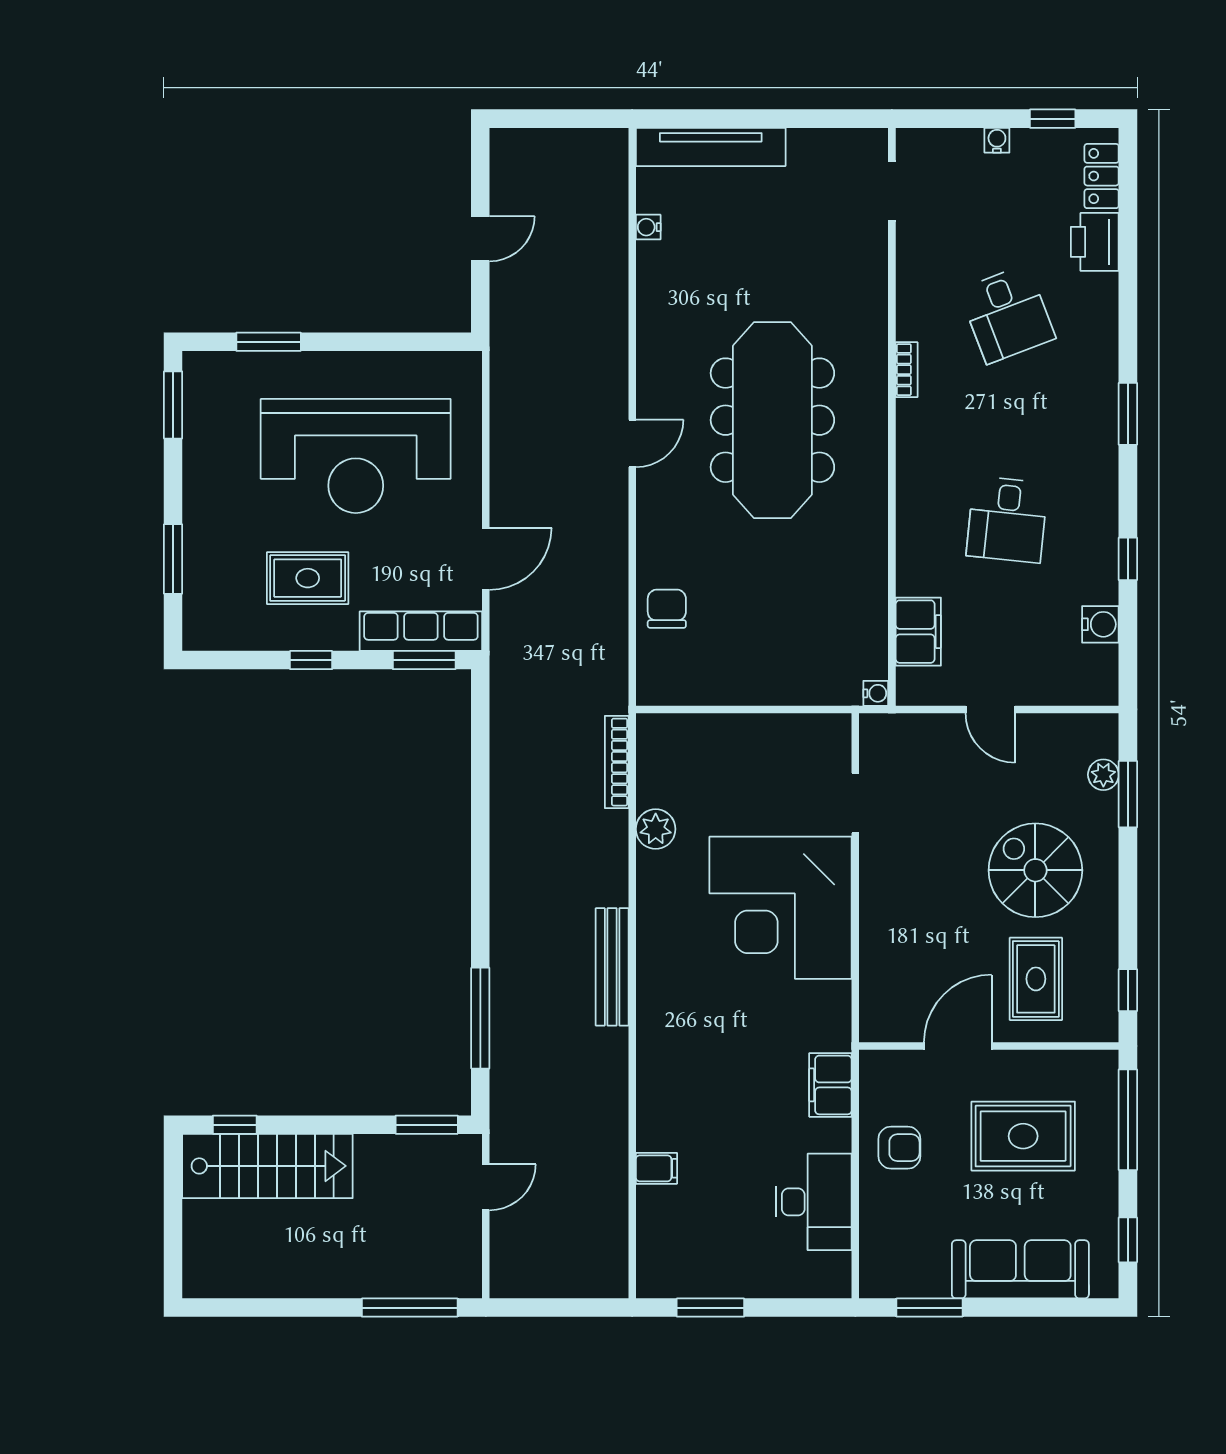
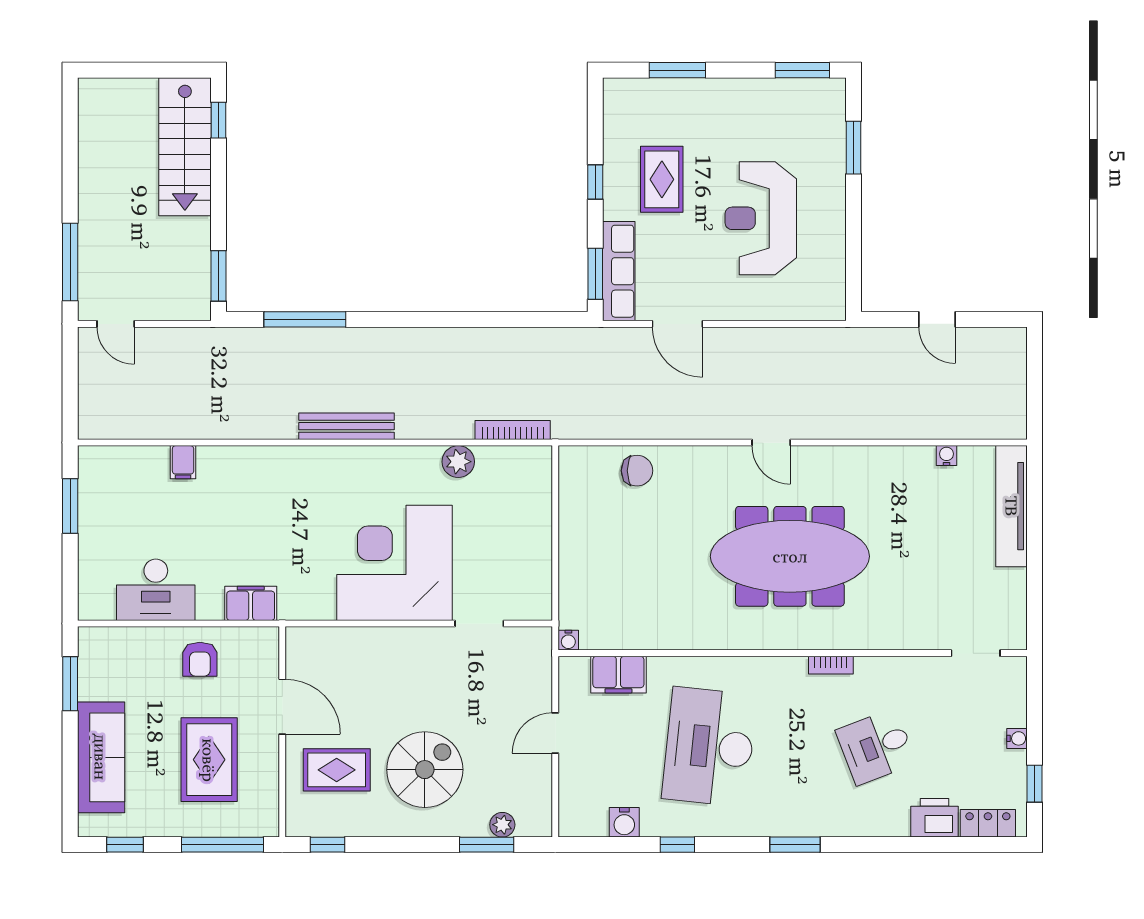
reception desk: (356, 456) -> (761, 218), width x0.74, depth x0.77
desk: (1007, 519) -> (709, 747), width x1.87, depth x1.30
door: (486, 1187) -> (116, 324), moved

